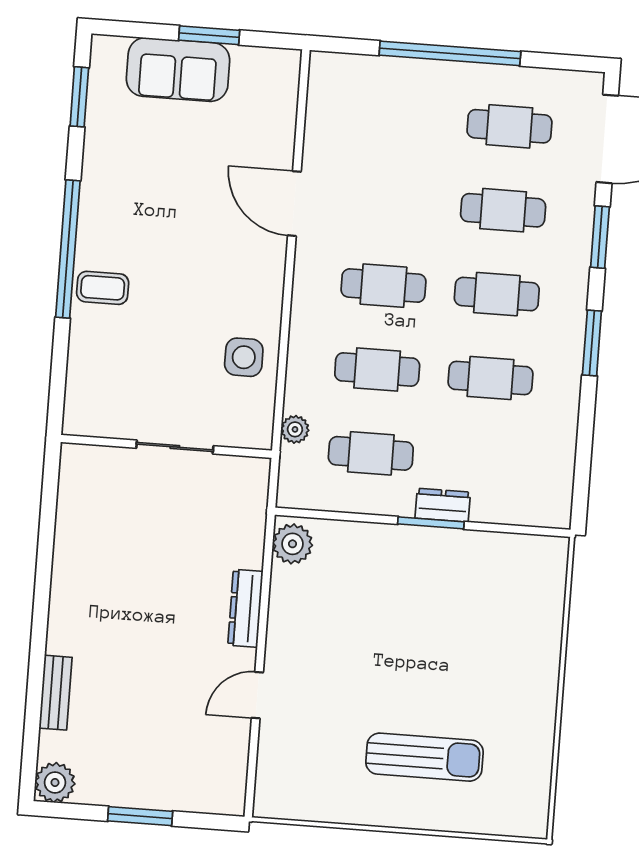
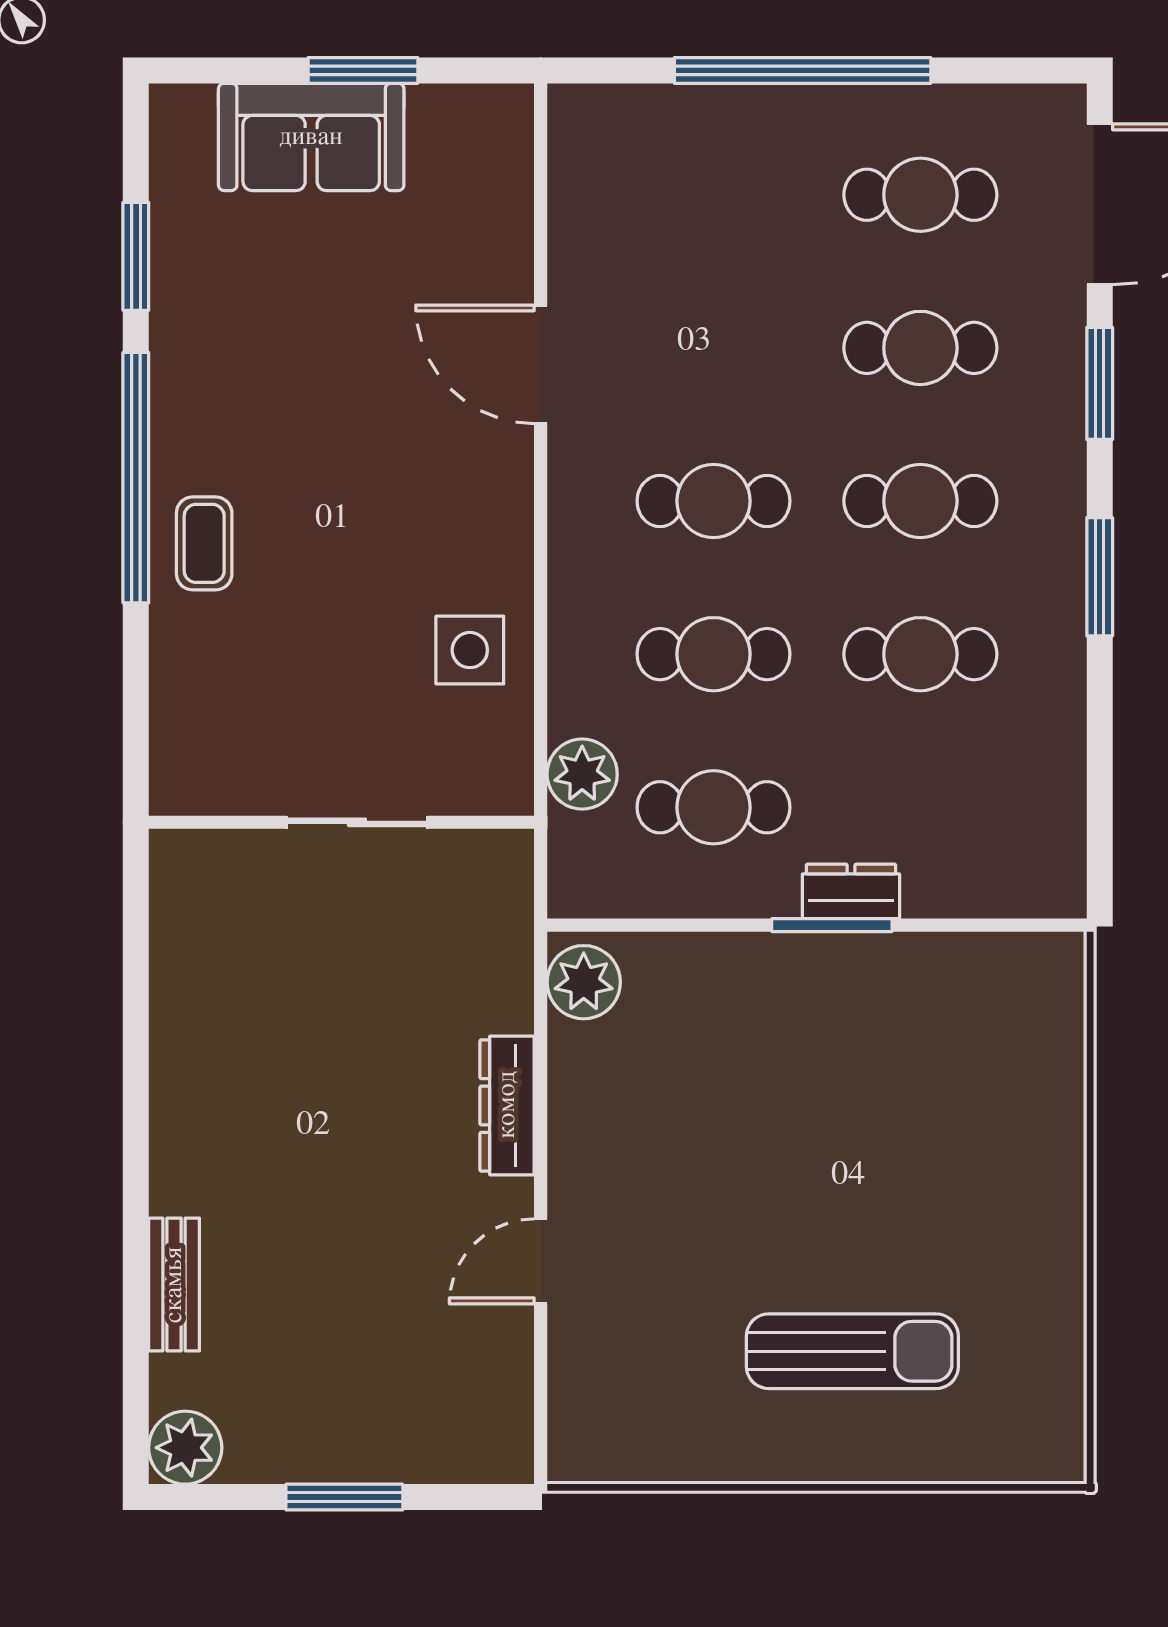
window: (79, 97) -> (136, 256), moved
coffee table: (103, 288) -> (204, 543), turned 90
plant: (295, 429) -> (582, 774), width x1.38, depth x1.38

